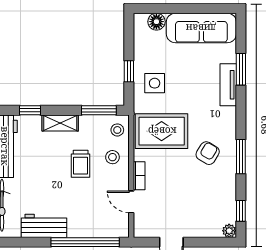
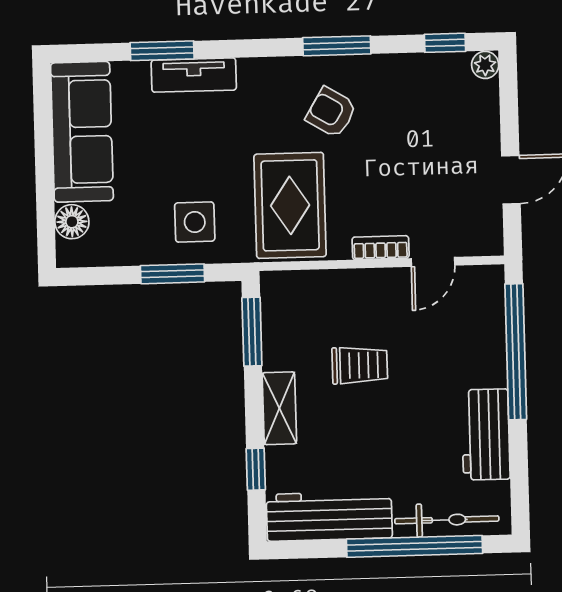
window: (129, 71) -> (172, 274), width x1.50
stool: (117, 130) -> (290, 294), removed
stool: (112, 157) -> (345, 302), removed

